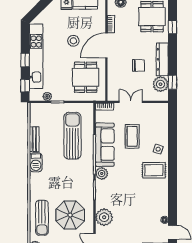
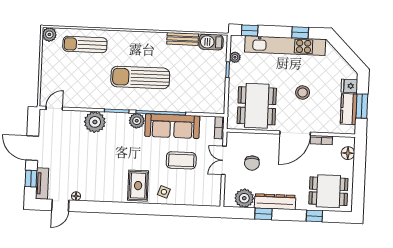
door: (106, 45) -> (295, 133), swing flipped
window: (25, 60) -> (300, 33), moved
chair: (138, 65) -> (252, 163), moved
dining table: (86, 77) -> (257, 106), width x1.38
window: (172, 82) -> (263, 214), moved
double door: (131, 102) -> (224, 160), swing flipped
sun lounger: (72, 136) -> (140, 77), moved, turned 180
barbecue: (36, 162) -> (211, 42), moved
parasol: (70, 215) -> (87, 79), removed
plant: (104, 217) -> (95, 122), moved

